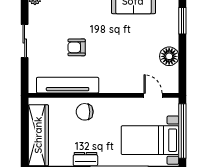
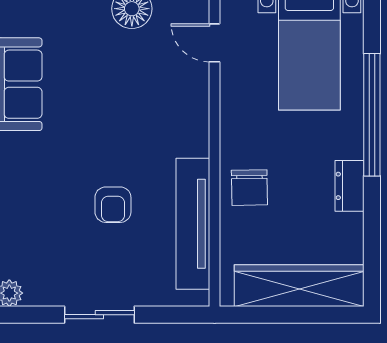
door: (153, 95) -> (215, 43), hinge flipped

